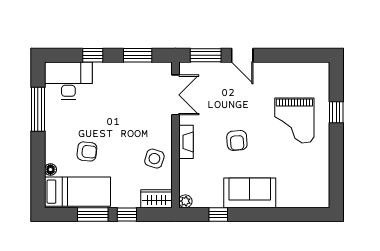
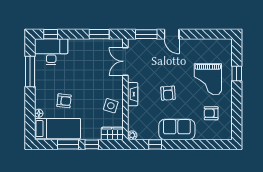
window: (93, 55) -> (51, 34), moved
double door: (175, 95) -> (125, 61), swing flipped
armchair: (299, 169) -> (211, 113), added

